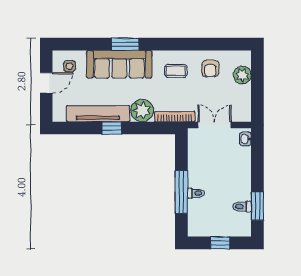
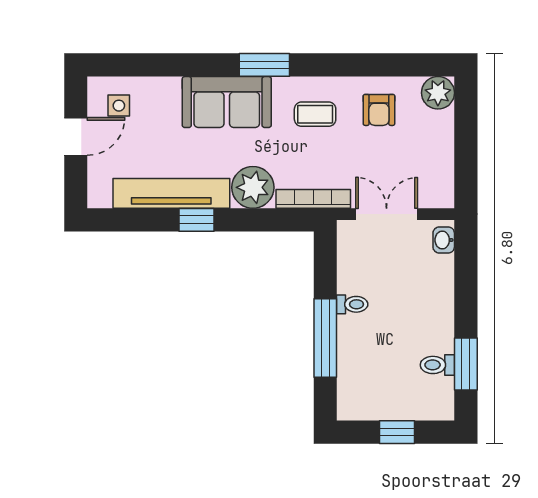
window: (125, 44) -> (264, 65), moved
sofa: (119, 64) -> (227, 102), width x0.73
plant: (242, 75) -> (438, 93), moved
toilet: (196, 193) -> (352, 304), moved

